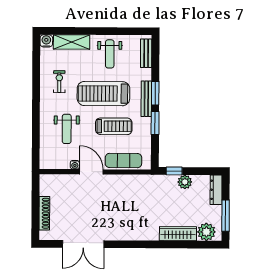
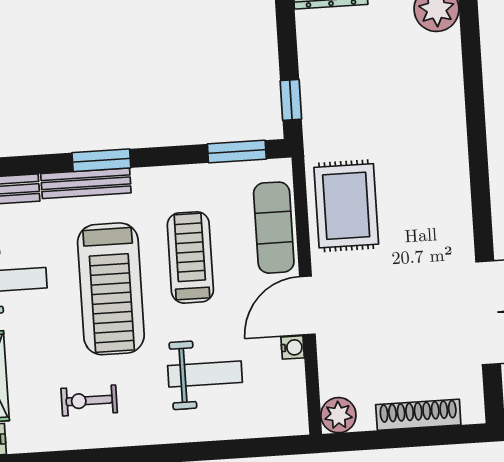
bench: (146, 99) -> (86, 183), moved
window: (155, 123) -> (237, 152), moved
plant: (185, 182) -> (338, 415), moved
rug: (130, 190) -> (346, 206), added
wardrobe: (178, 234) -> (446, 79), removed

